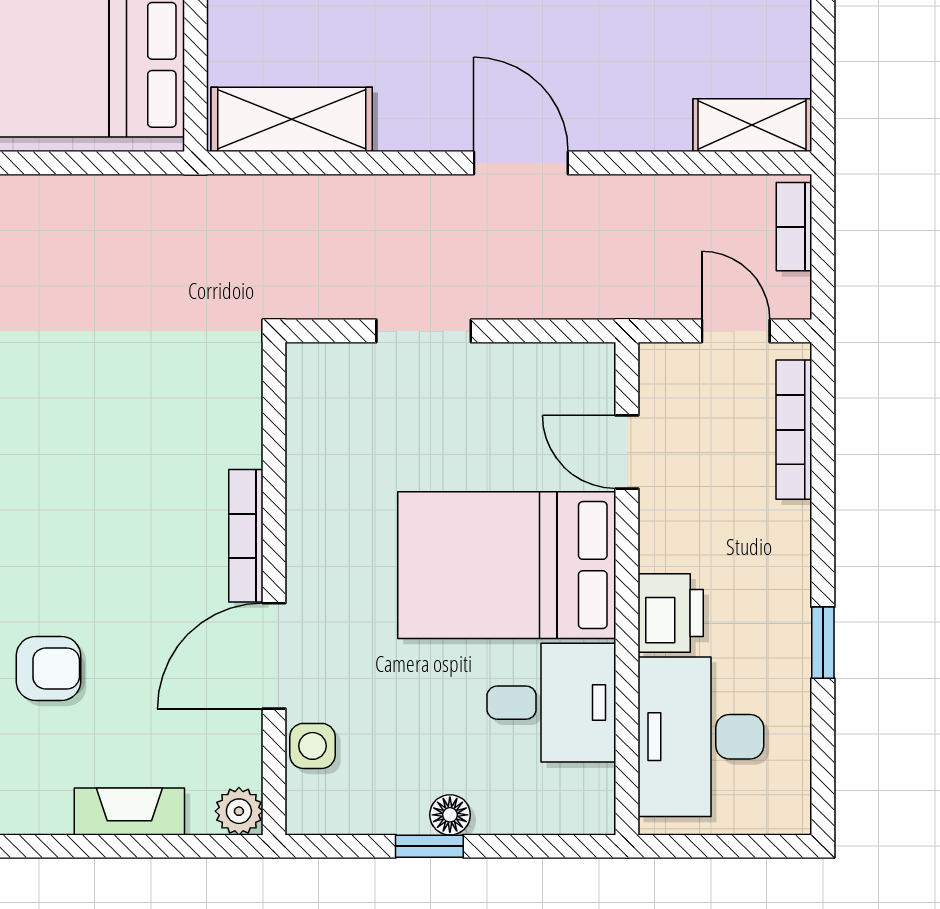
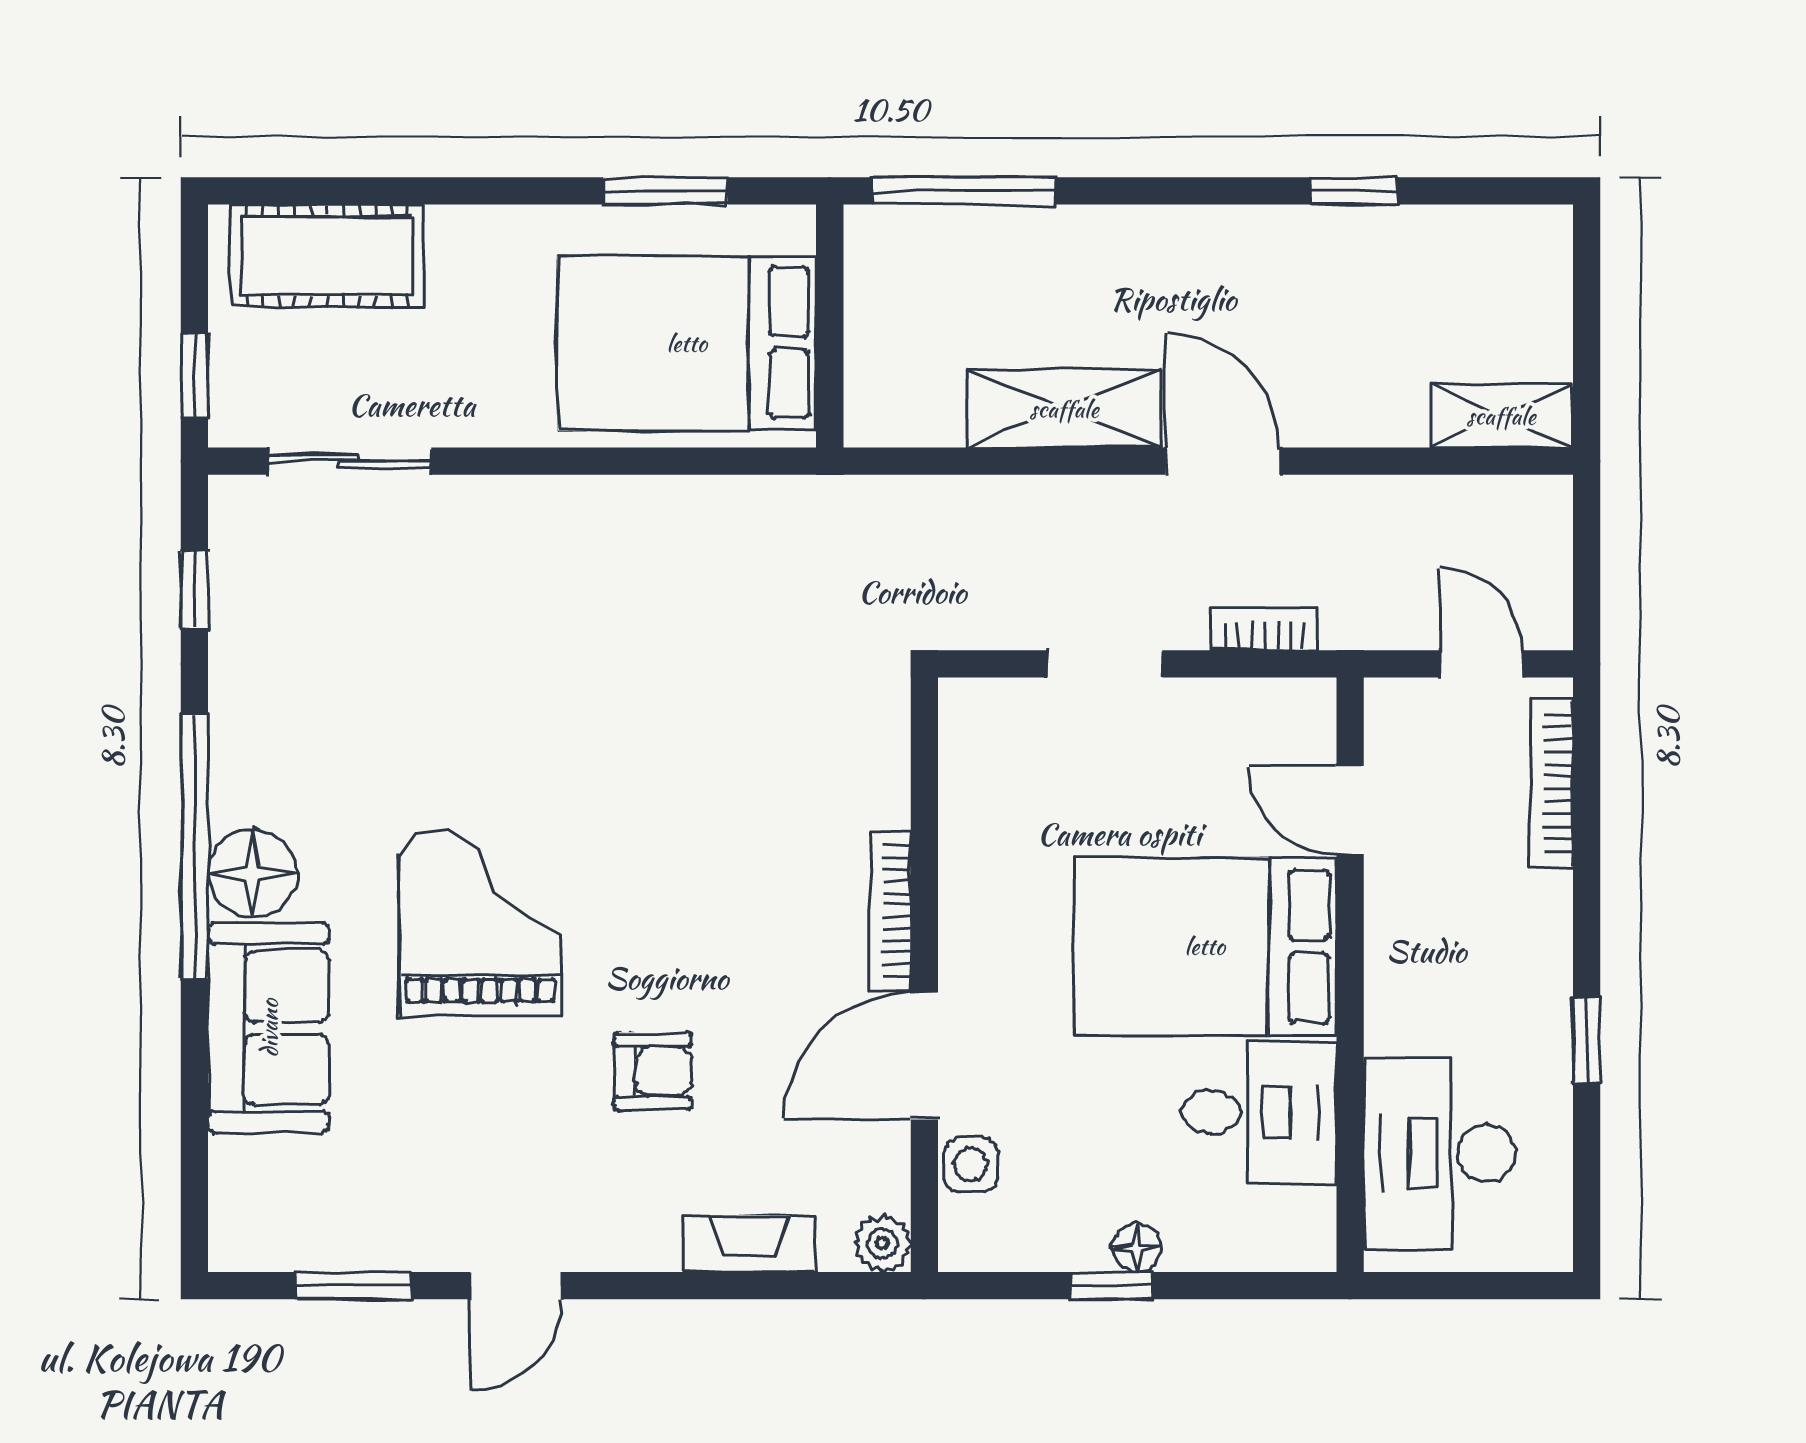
shelving: (292, 119) -> (1064, 409), moved
bookcase: (794, 227) -> (1264, 629), moved, turned 90
printer: (671, 613) -> (1403, 1004), removed

